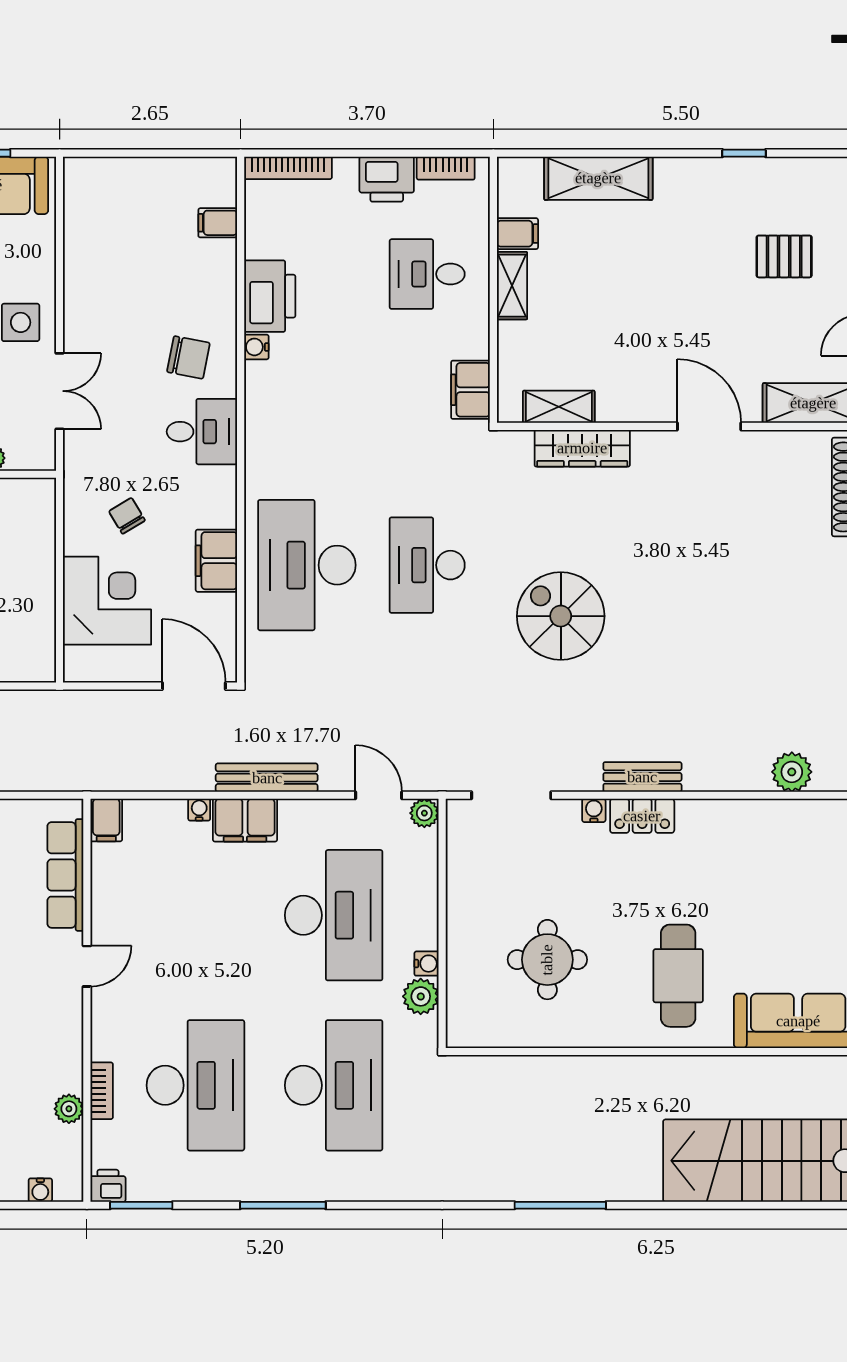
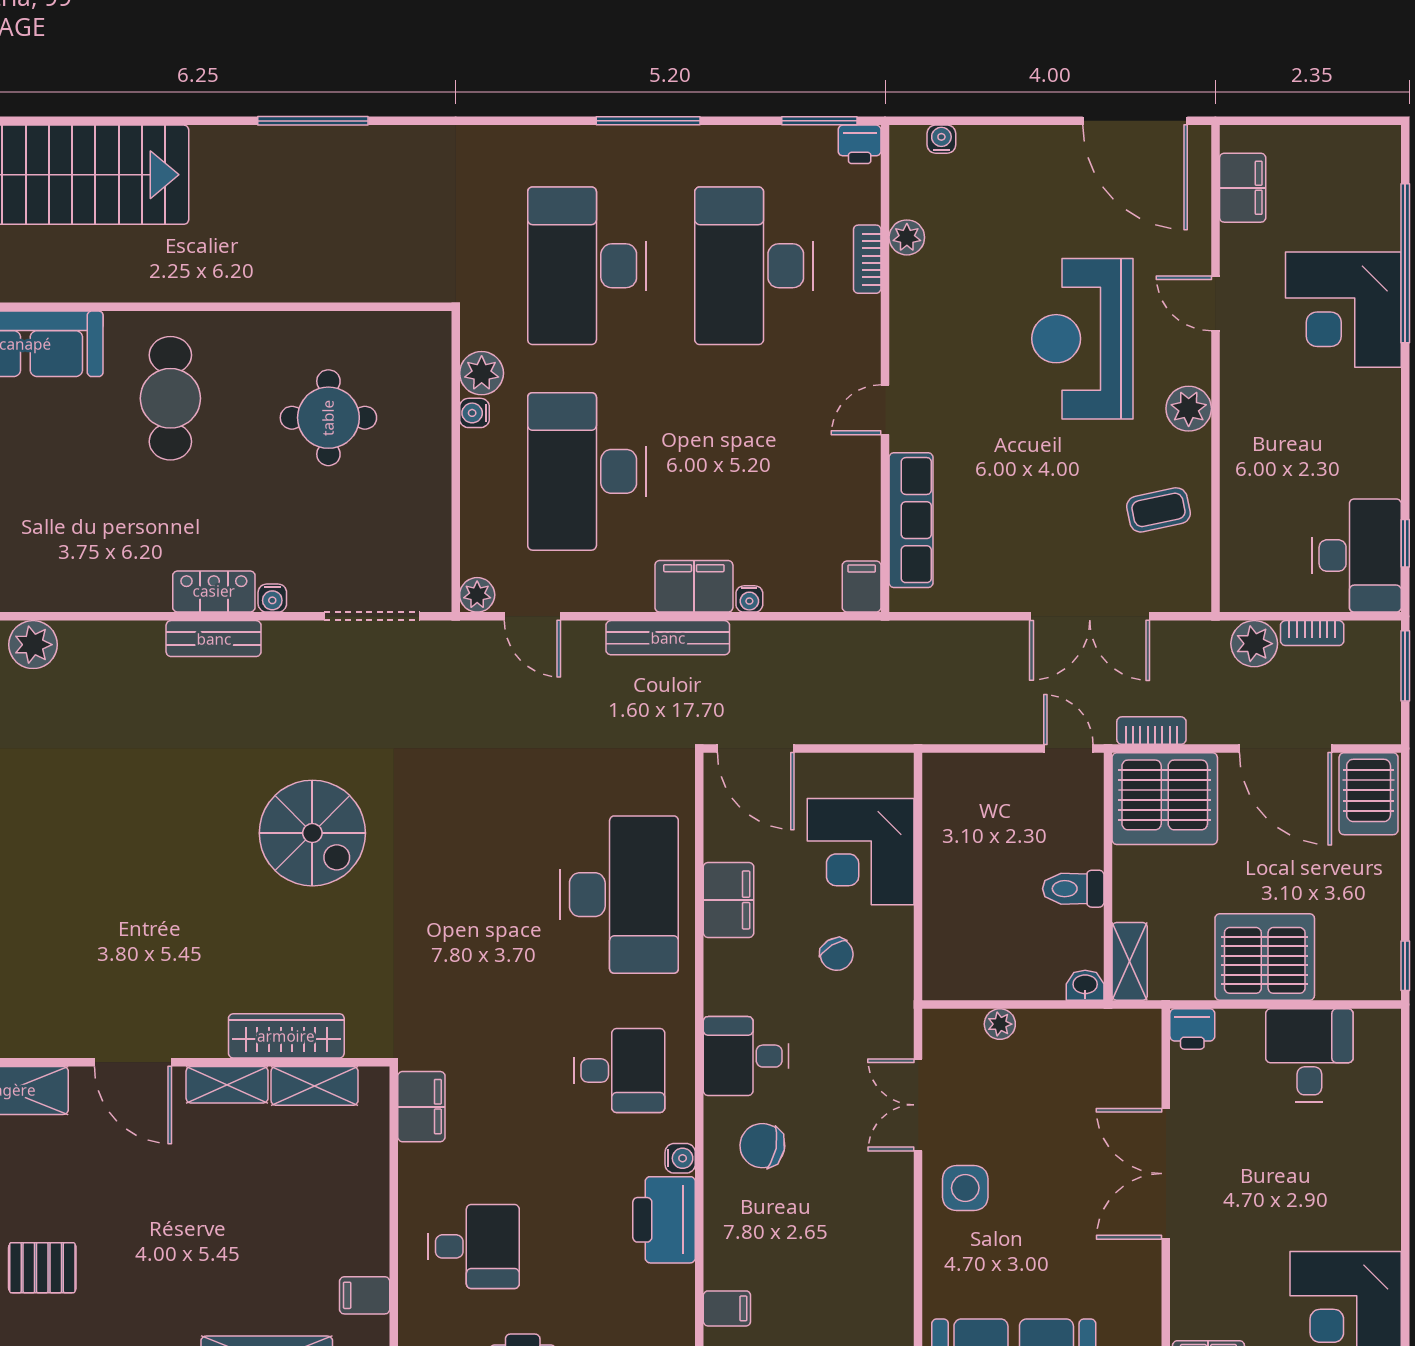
shelving: (512, 286) -> (227, 1085), moved, turned 90
desk: (427, 565) -> (619, 1071), moved, width x0.73

